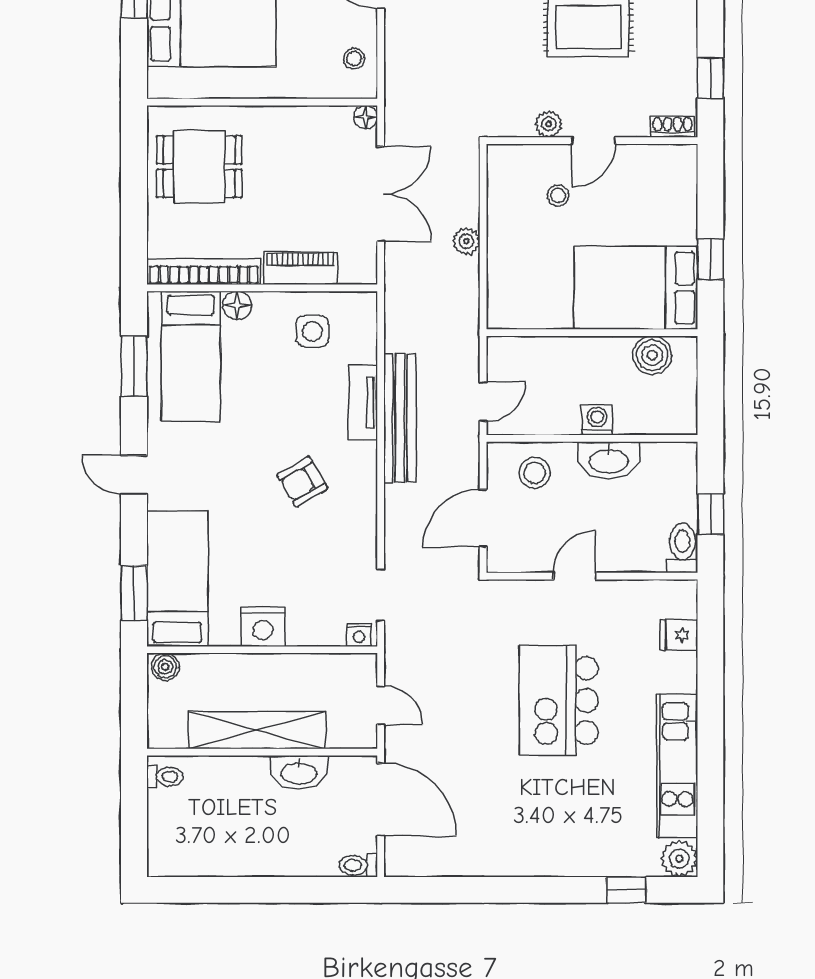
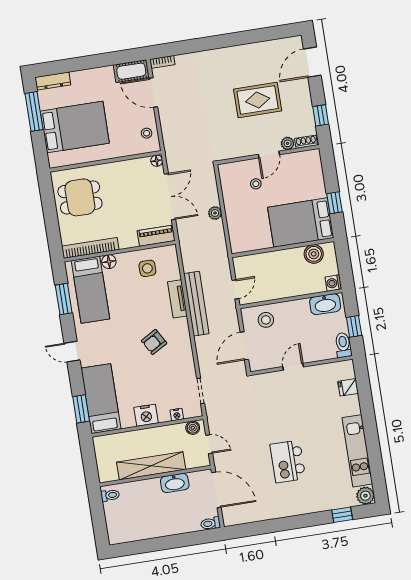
plant: (549, 124) -> (288, 143), moved
piano: (300, 268) -> (156, 236), moved
washing machine: (597, 420) -> (333, 283), moved, turned -90
washbasin: (609, 460) -> (325, 304), moved
nightstand: (359, 635) -> (177, 415), moved
boiler: (165, 667) -> (193, 428), moved
kitchen island: (559, 700) -> (288, 461), moved, width x0.73, depth x0.78

